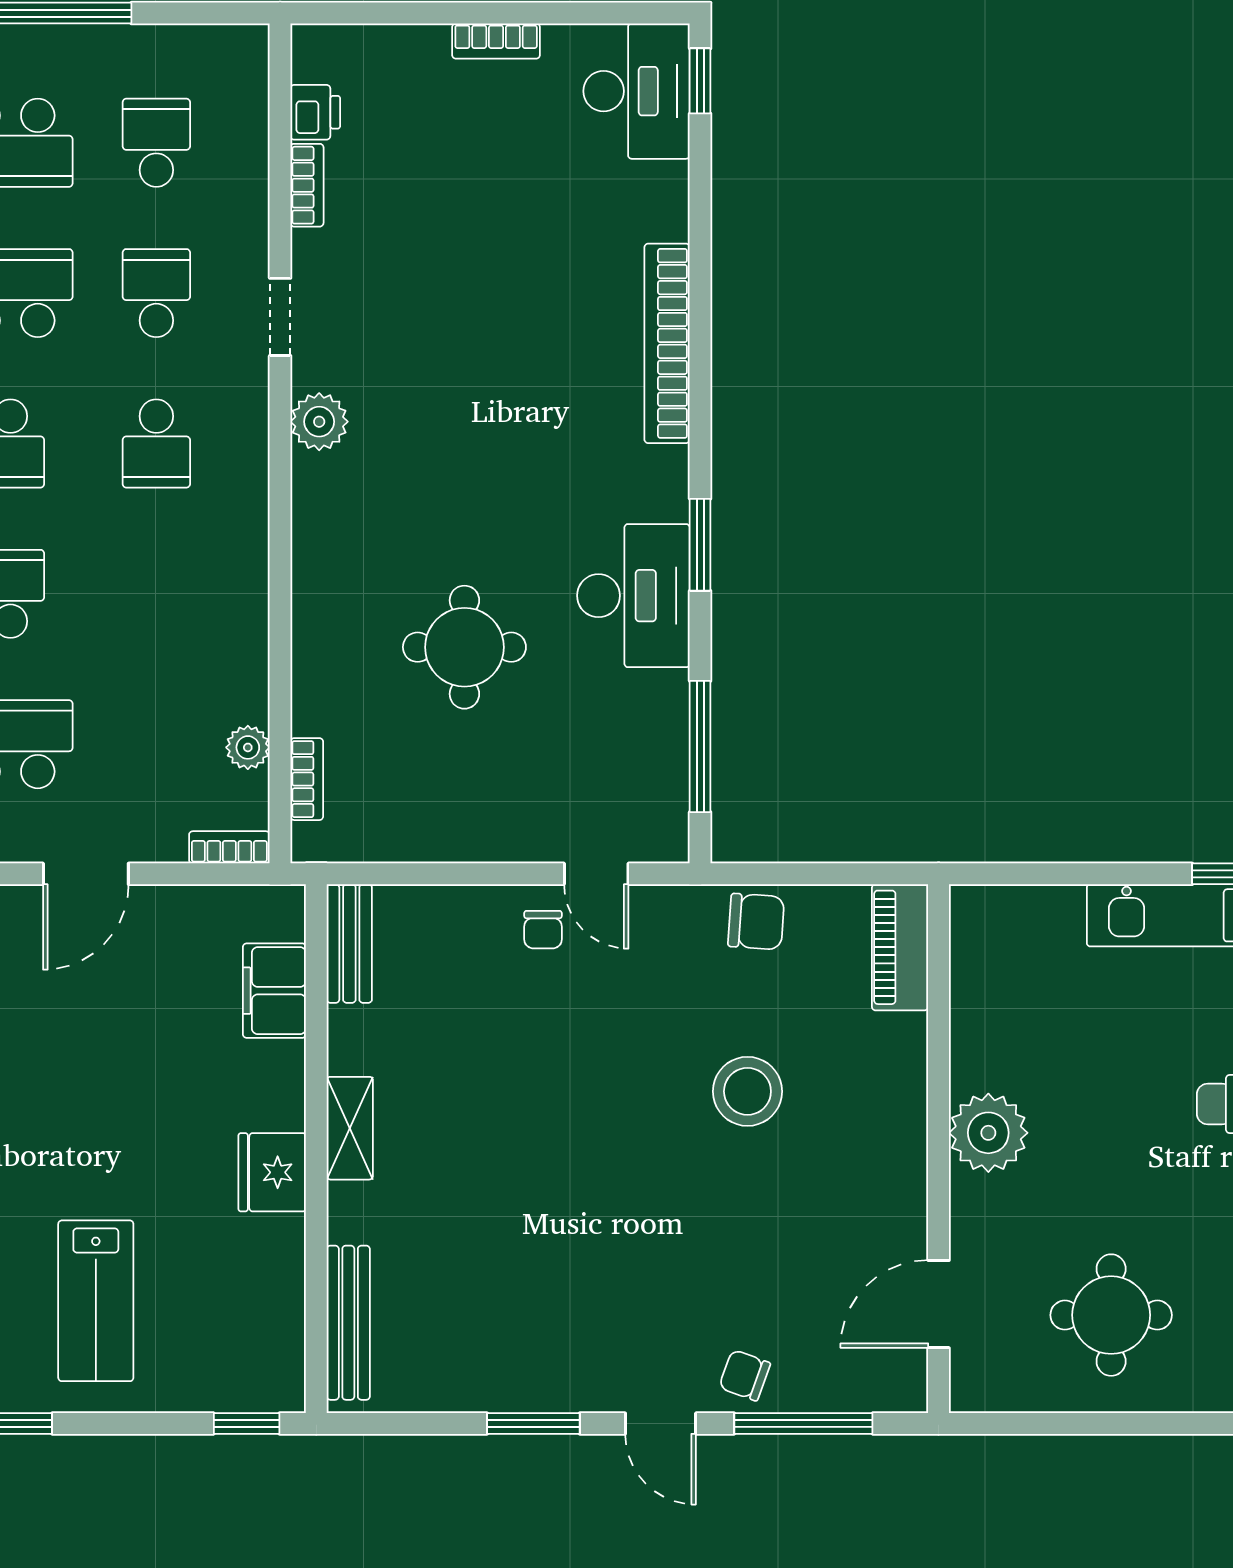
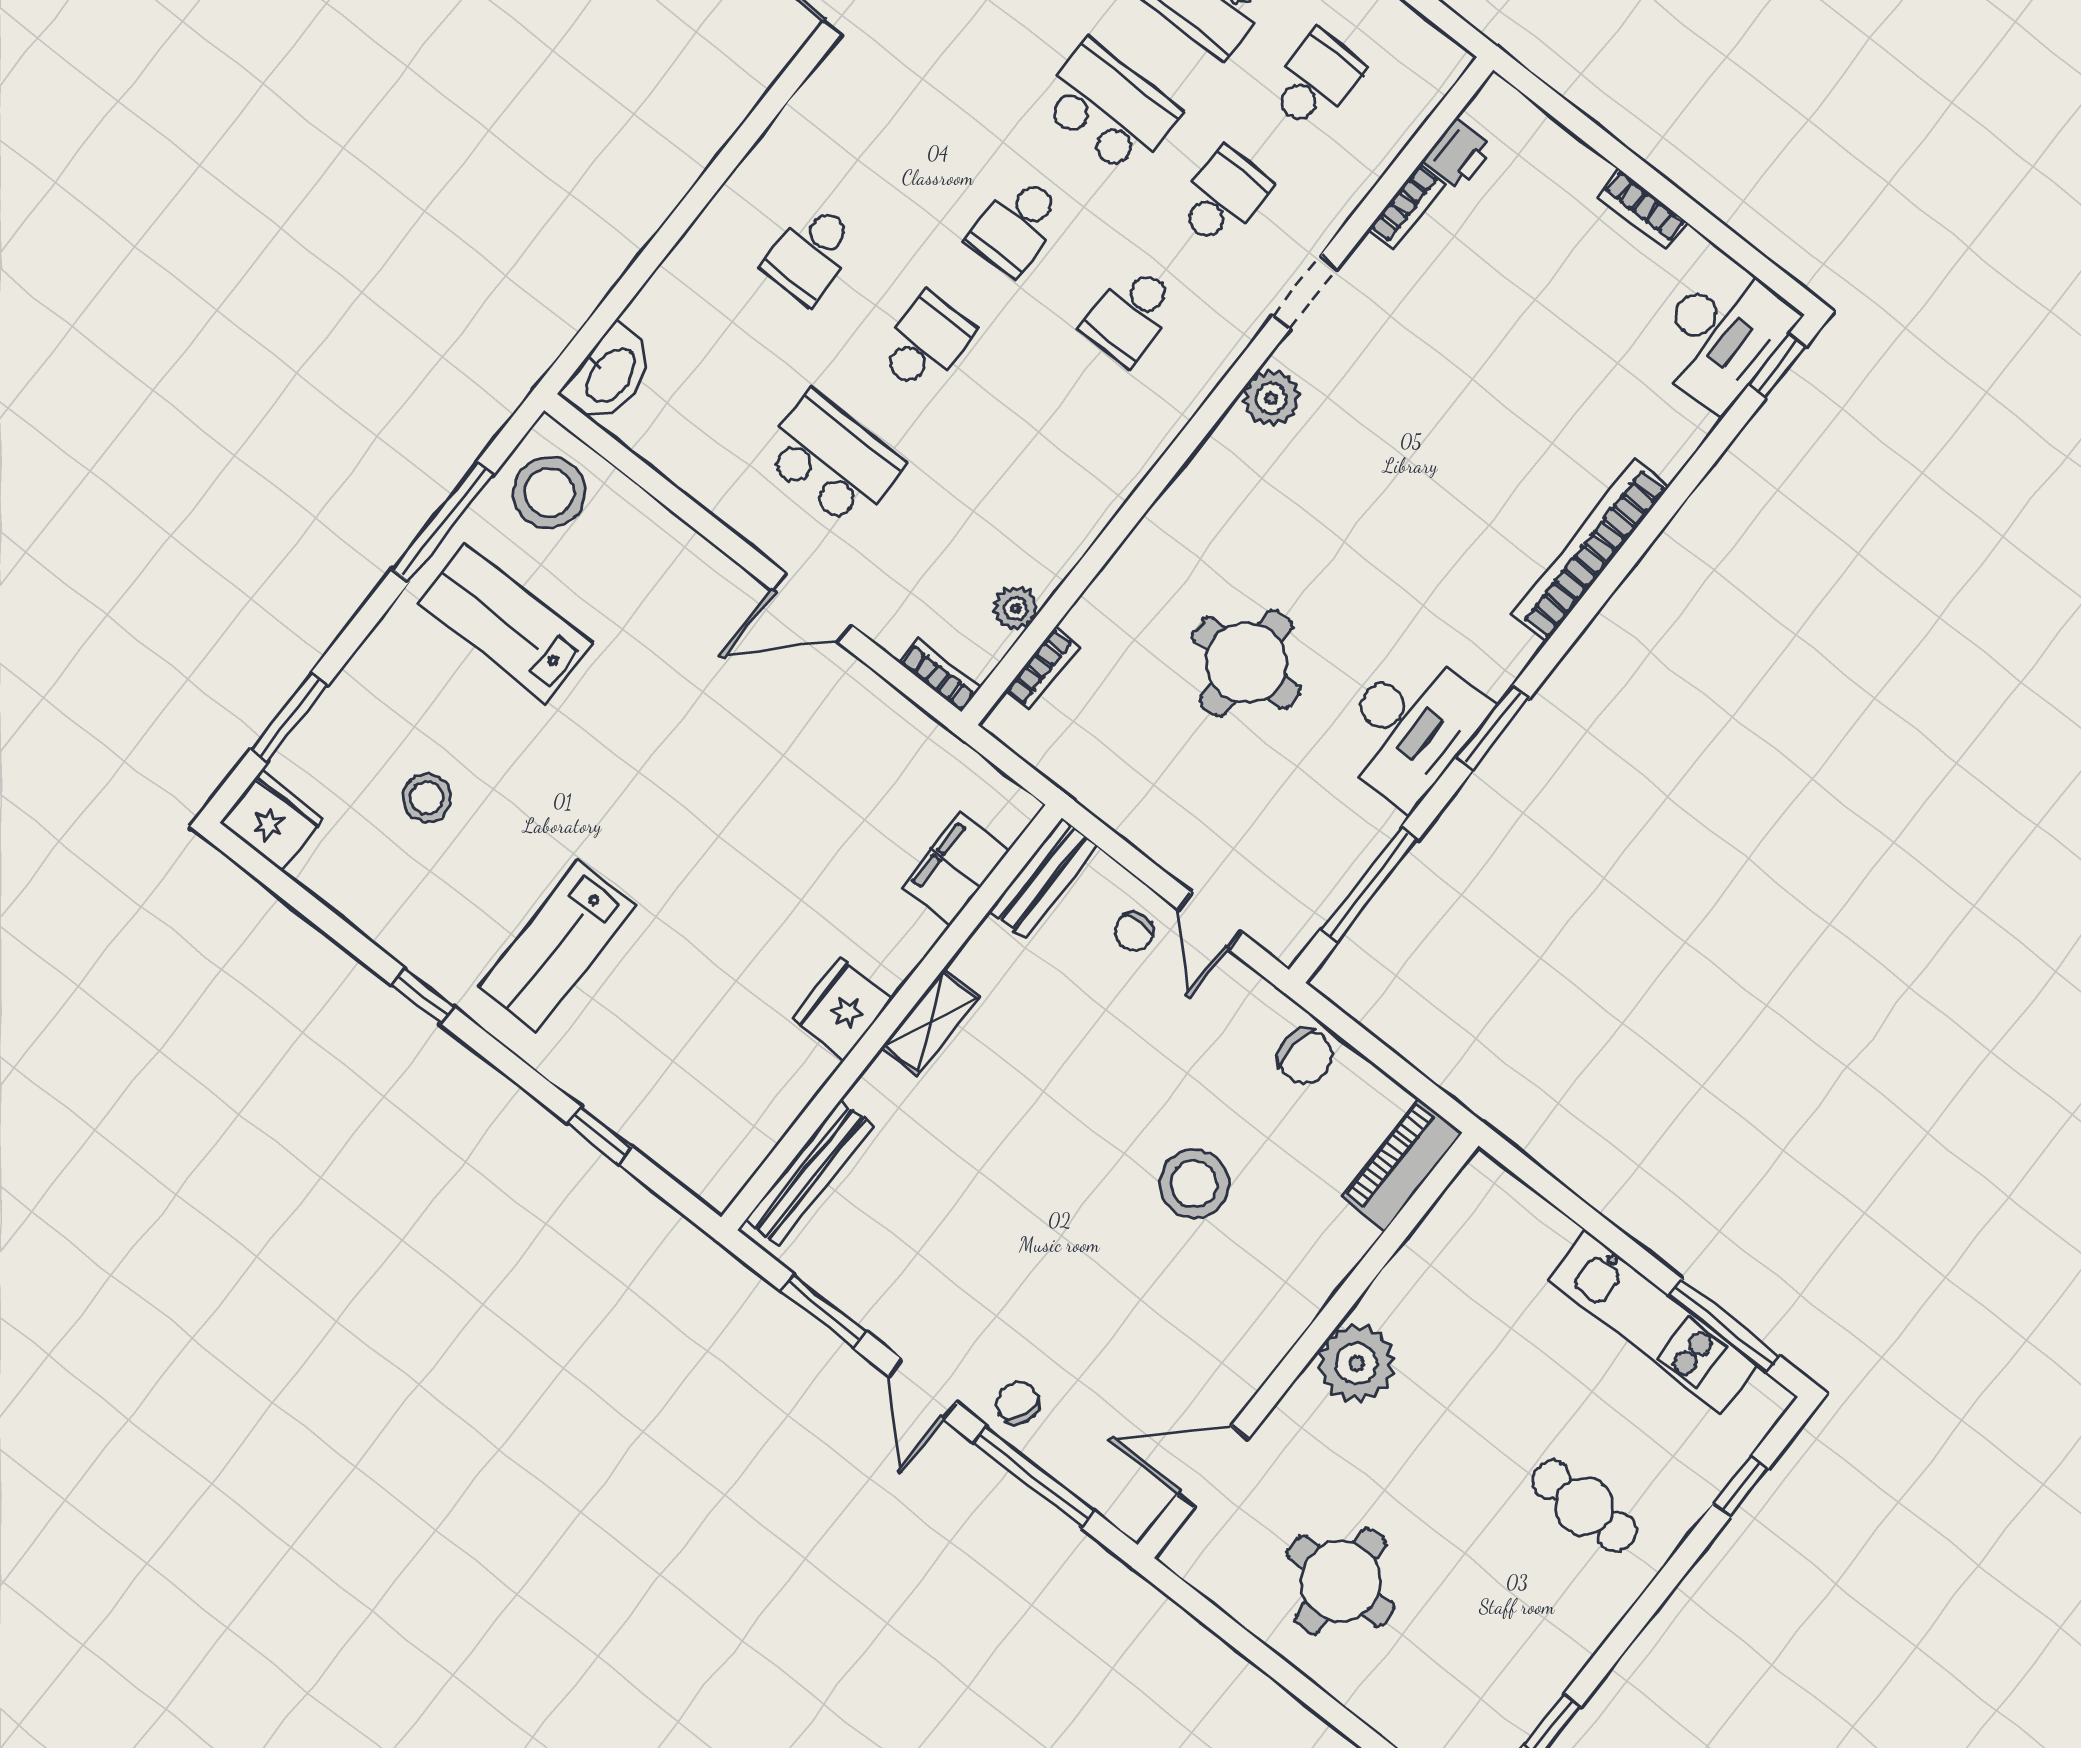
bench: (349, 944) -> (1043, 878), moved
filing cabinet: (274, 991) -> (956, 868), moved
shelving: (350, 1128) -> (930, 1022), moved
wall: (316, 1149) -> (891, 1017), moved
fridge: (272, 1172) -> (843, 1009), moved
bench: (348, 1323) -> (810, 1173), moved

